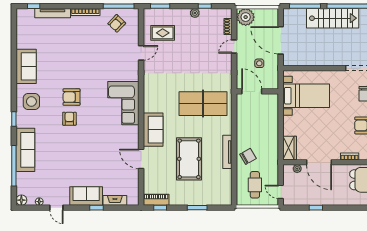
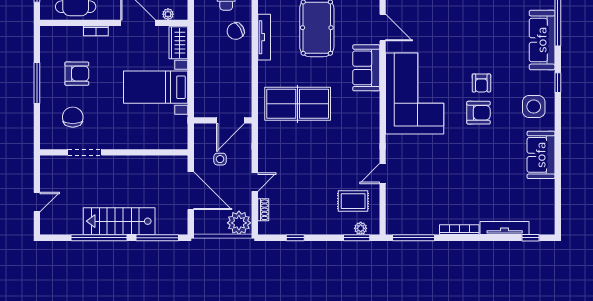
plant: (195, 13) -> (361, 228), moved
armchair: (117, 23) -> (416, 214), removed
door: (252, 91) -> (231, 120), hinge flipped
bed with nightstands: (306, 96) -> (156, 87), moved
corner sofa: (123, 103) -> (415, 93), width x1.36, depth x1.36

